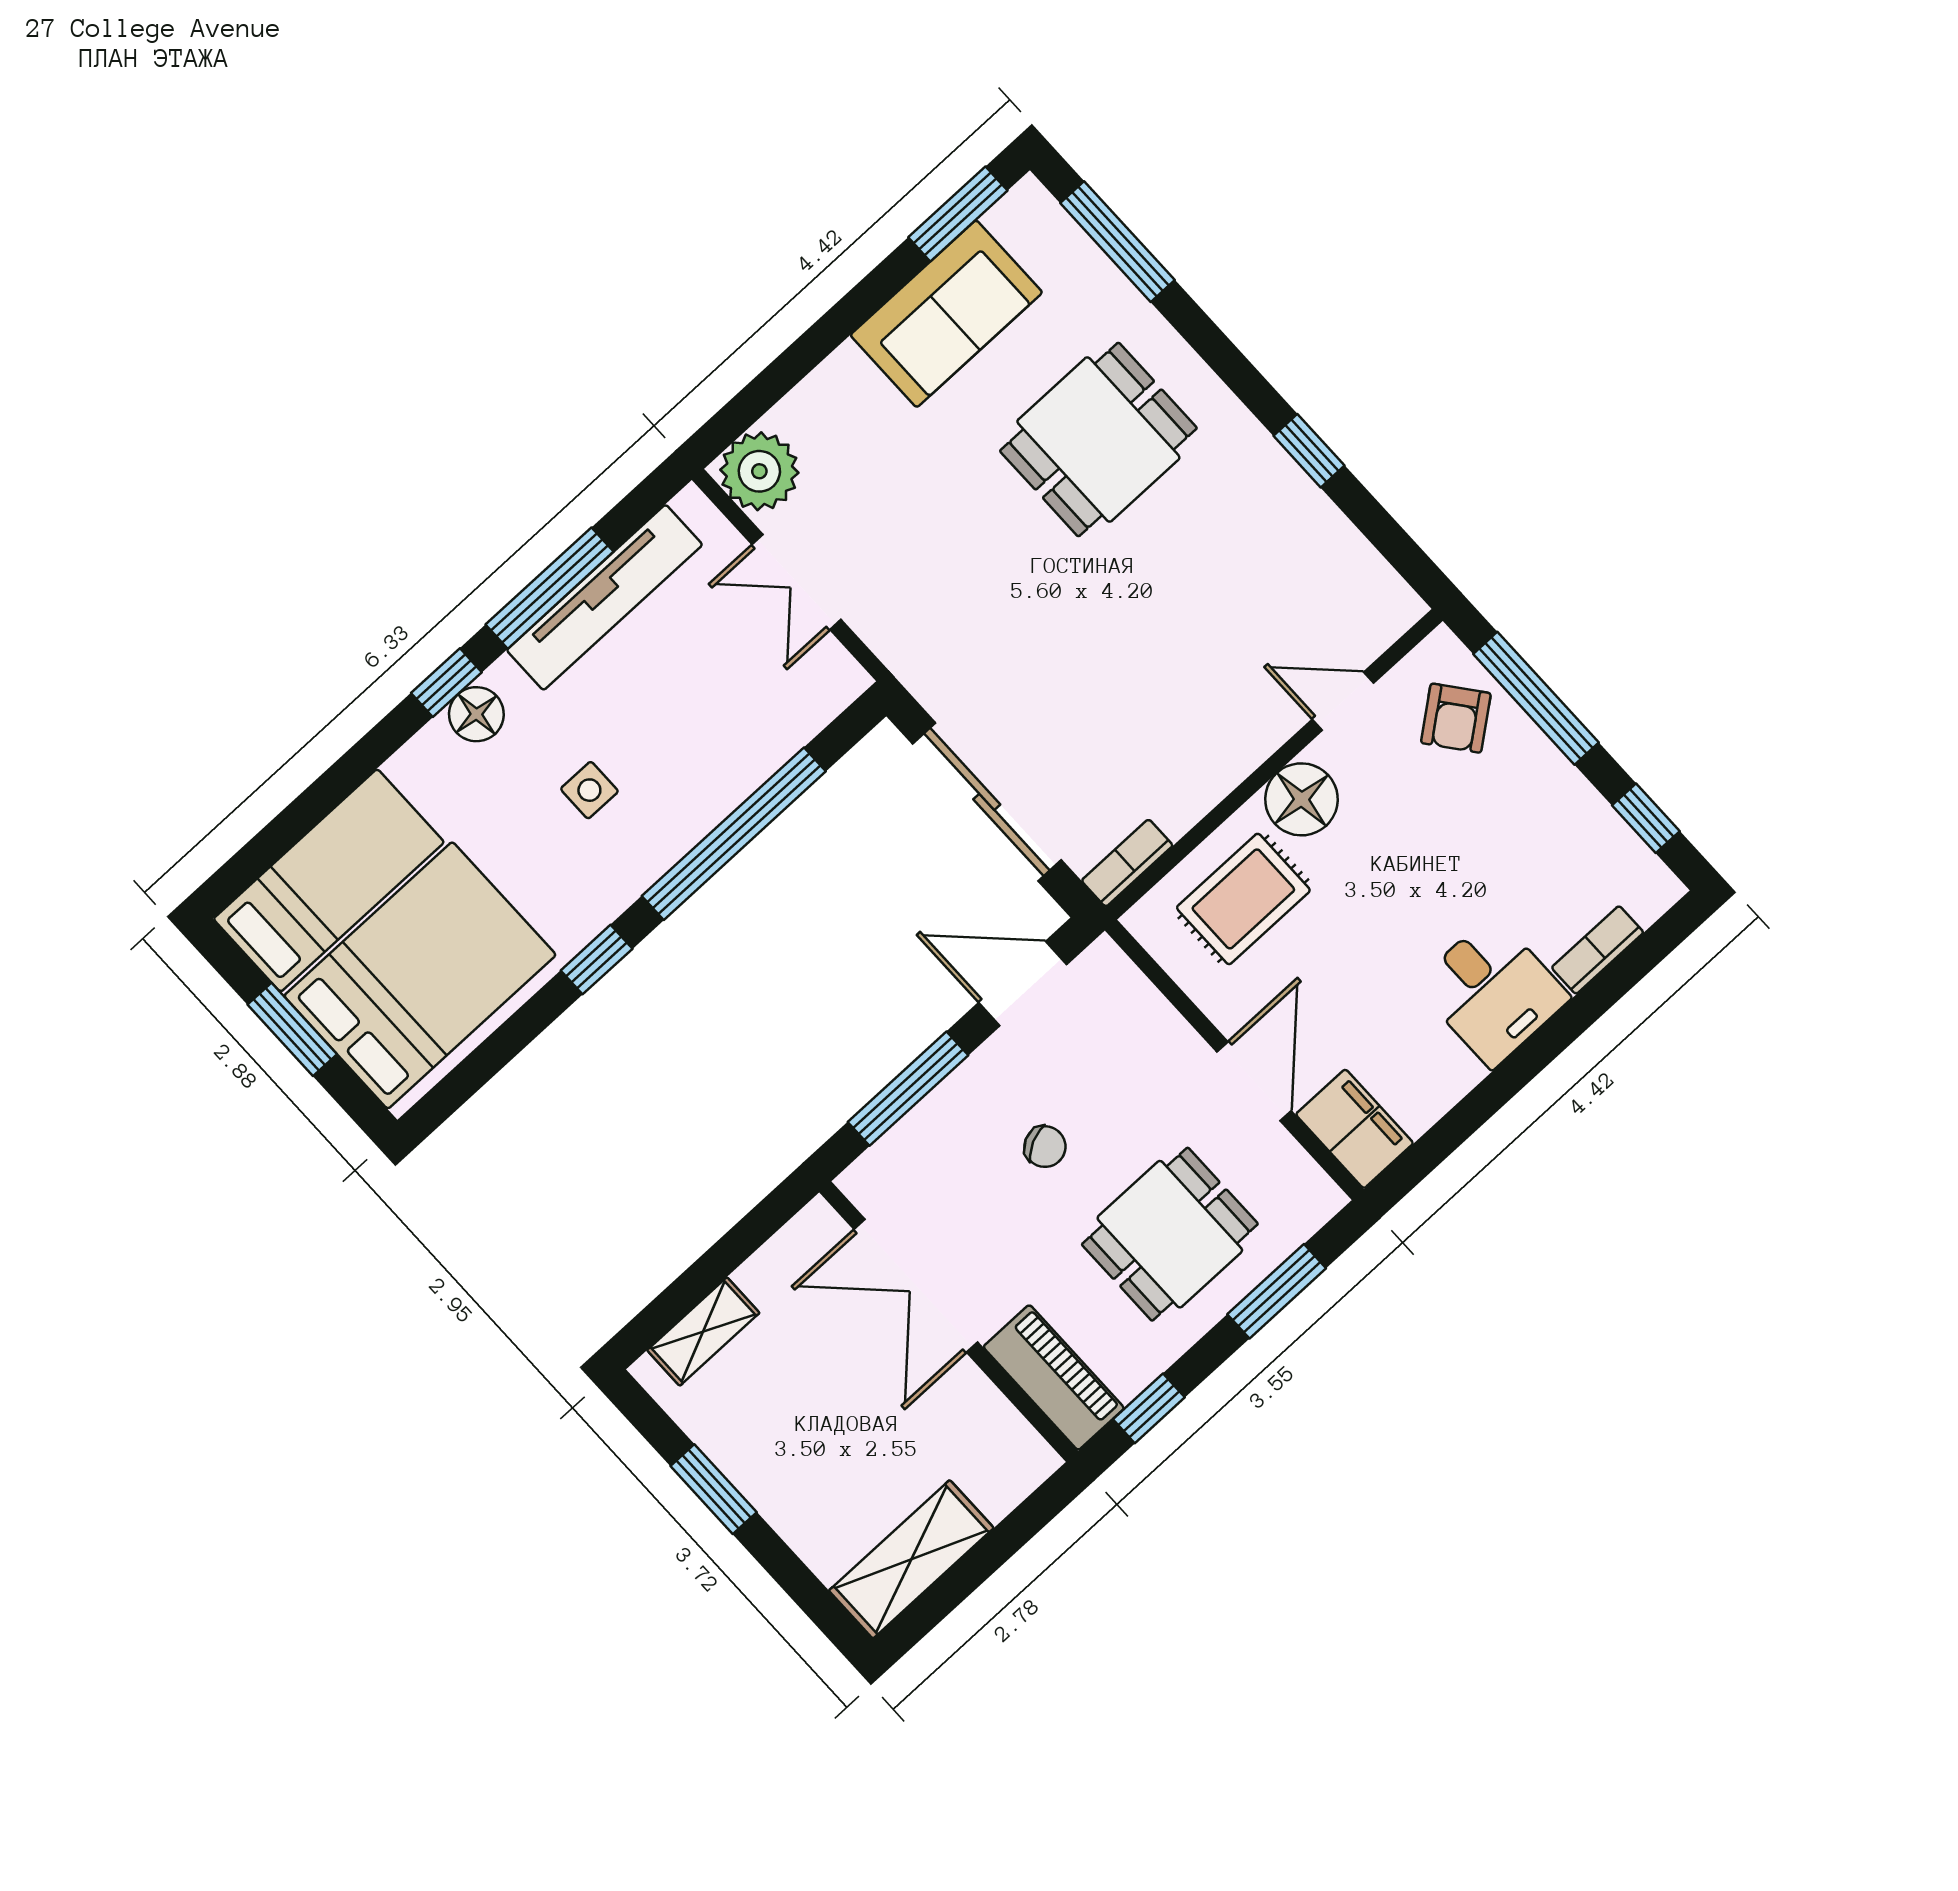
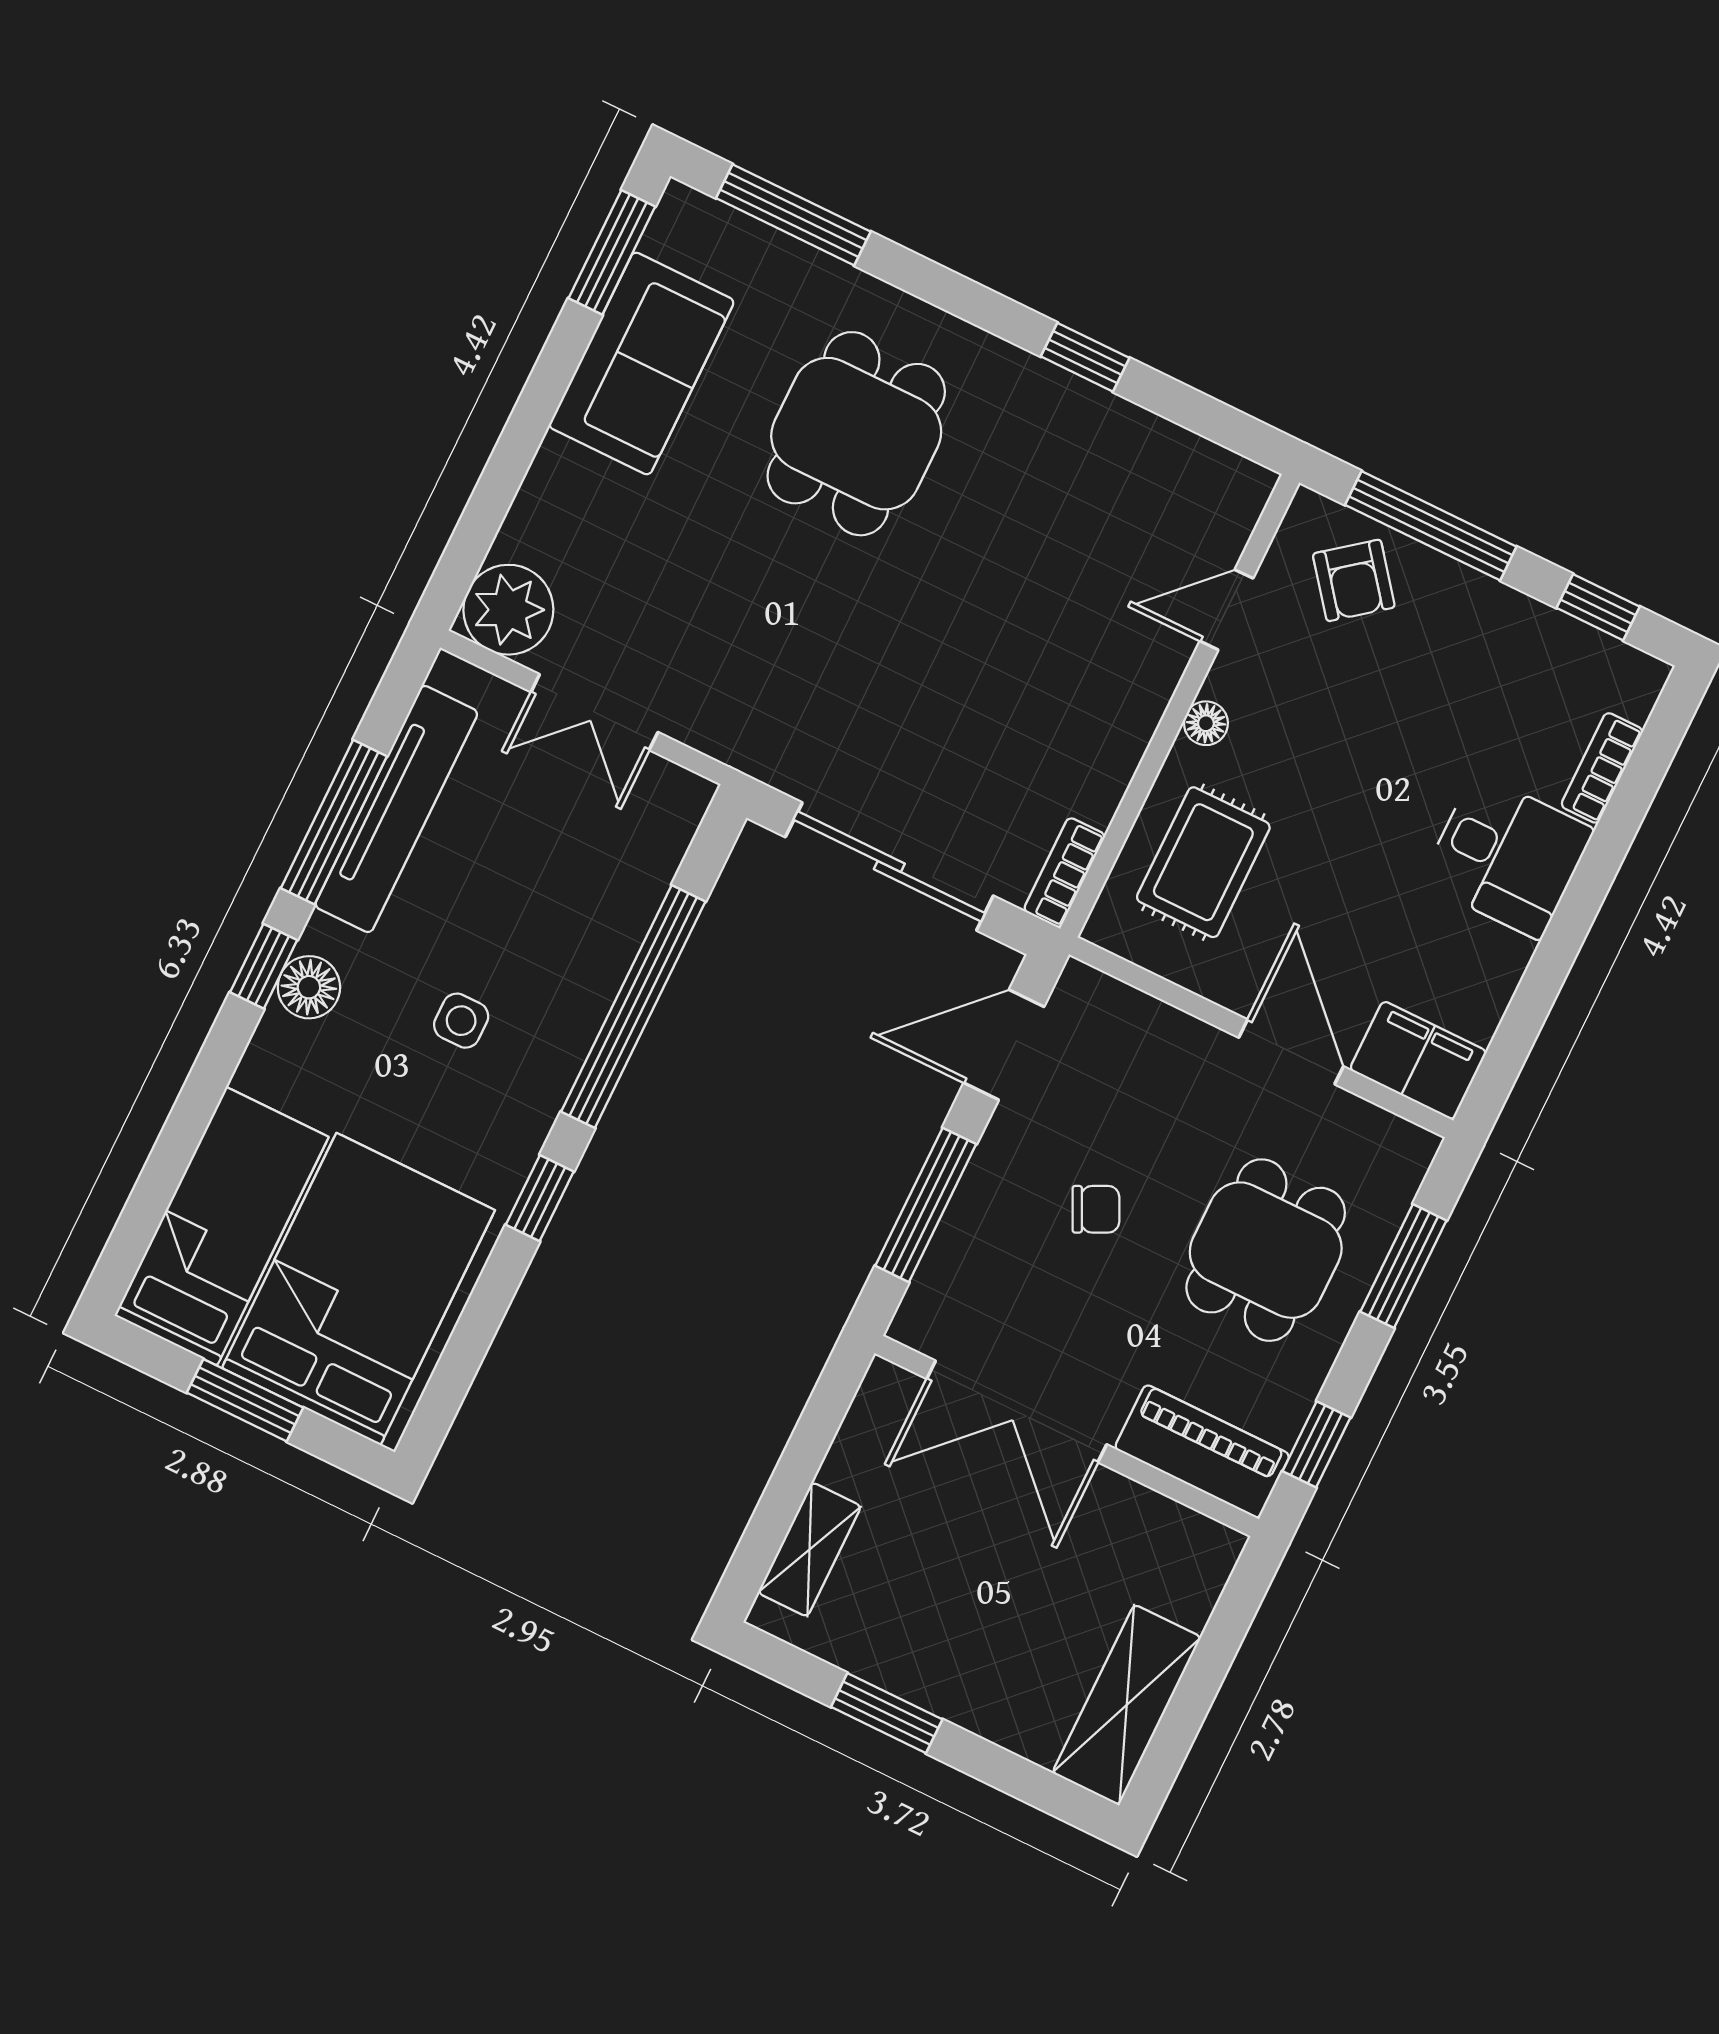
floor lamp: (1301, 799) -> (1206, 723), width x0.53, depth x0.53

